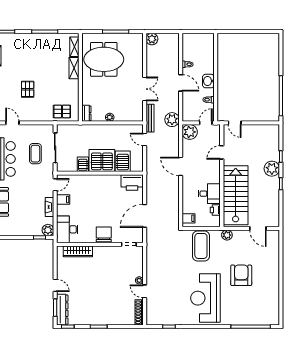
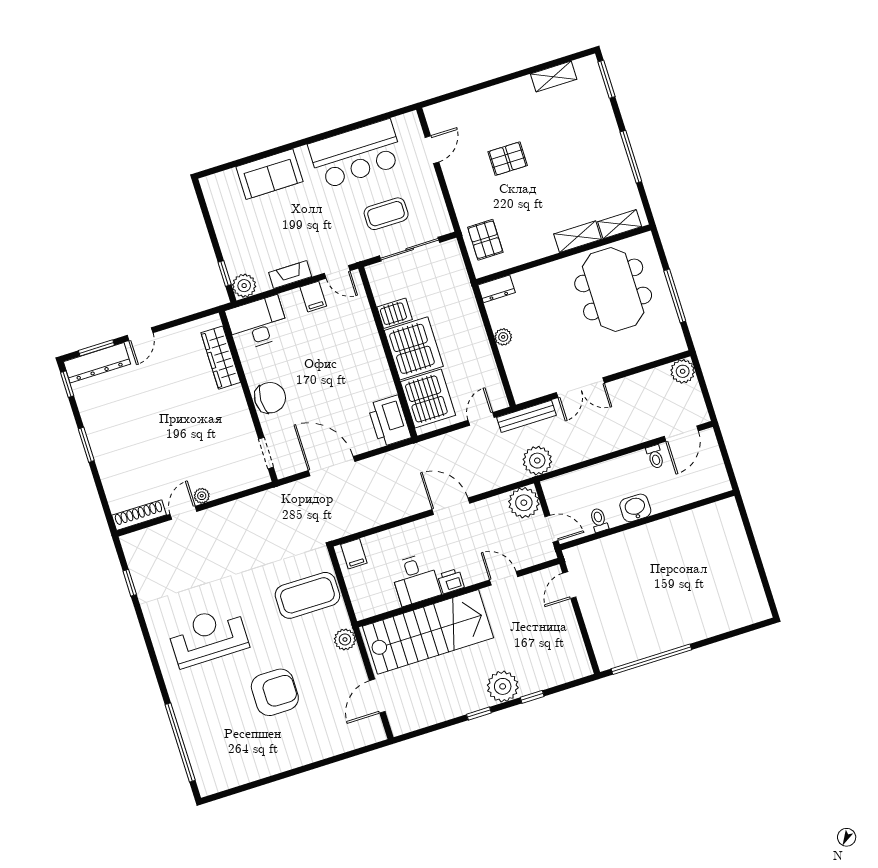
door: (181, 83) -> (681, 434), moved
server rack: (123, 161) -> (428, 398), width x1.60
door: (181, 166) -> (451, 506), hinge flipped
printer: (215, 210) -> (451, 581), moved
reception desk: (205, 298) -> (208, 636), width x0.74, depth x0.77

